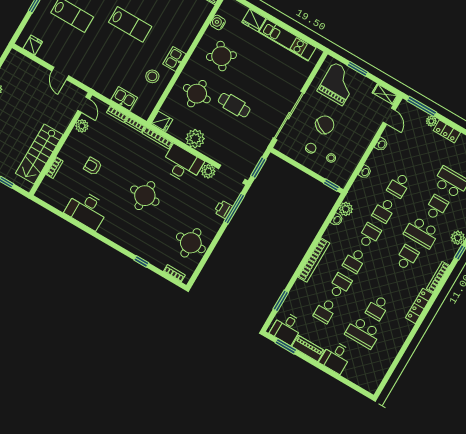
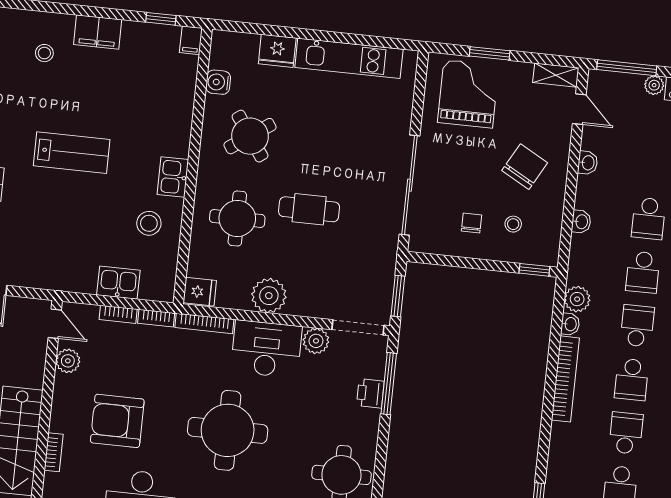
chair: (325, 125) -> (525, 167), moved
armchair: (93, 166) -> (117, 421), width x1.88, depth x1.88
round table: (145, 196) -> (228, 430), width x1.36, depth x1.36
bookcase: (314, 260) -> (565, 379), moved

